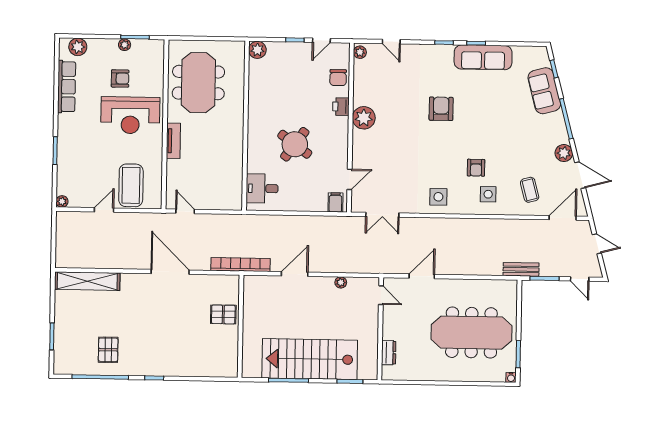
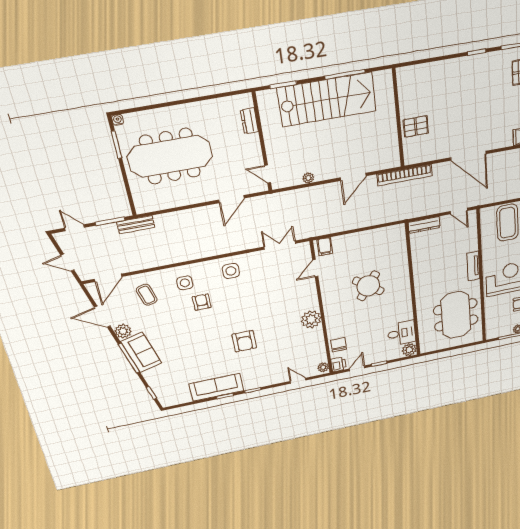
sofa: (544, 91) -> (141, 352), moved
printer: (341, 107) -> (339, 364), moved
desk: (262, 188) -> (402, 333), moved
dresser: (225, 203) -> (424, 225), added

